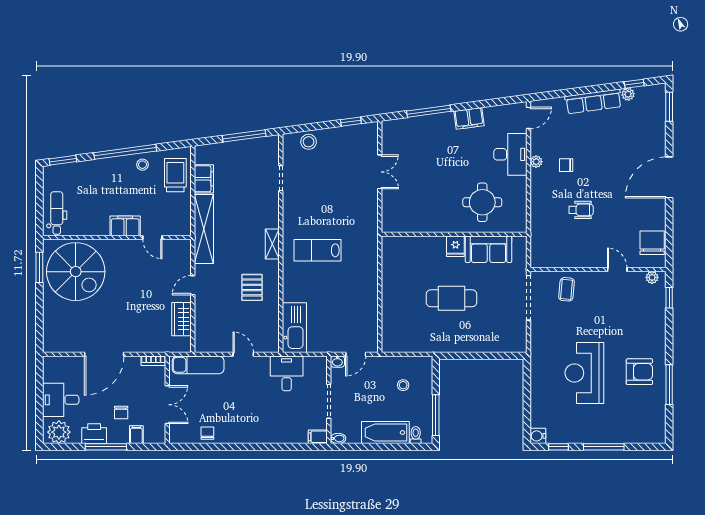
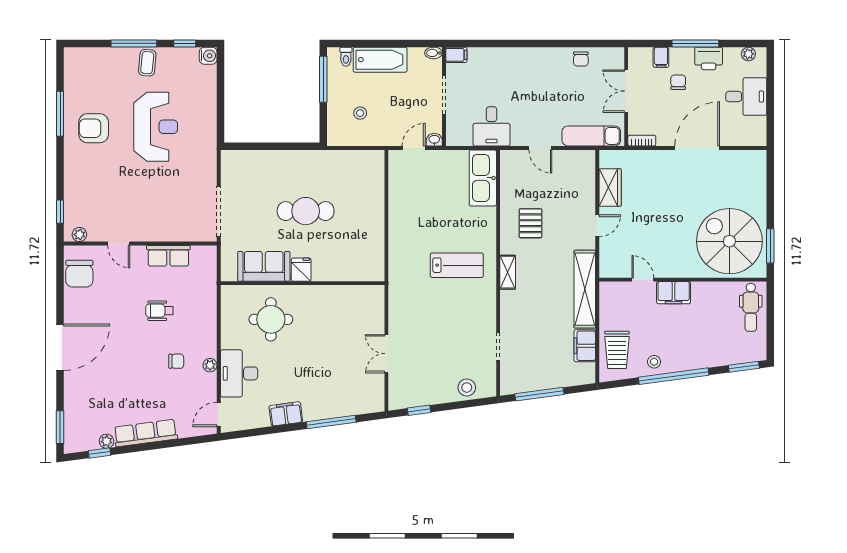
row of seats: (573, 259) -> (168, 256), added
coffee table: (567, 289) -> (147, 63), moved
plant: (59, 432) -> (748, 54), width x0.53, depth x0.53

